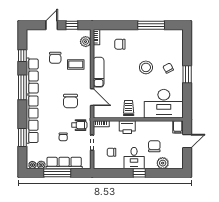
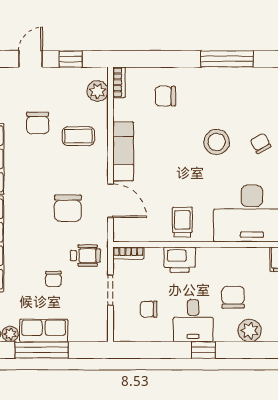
row of seats: (64, 163) -> (44, 330), width x0.68

